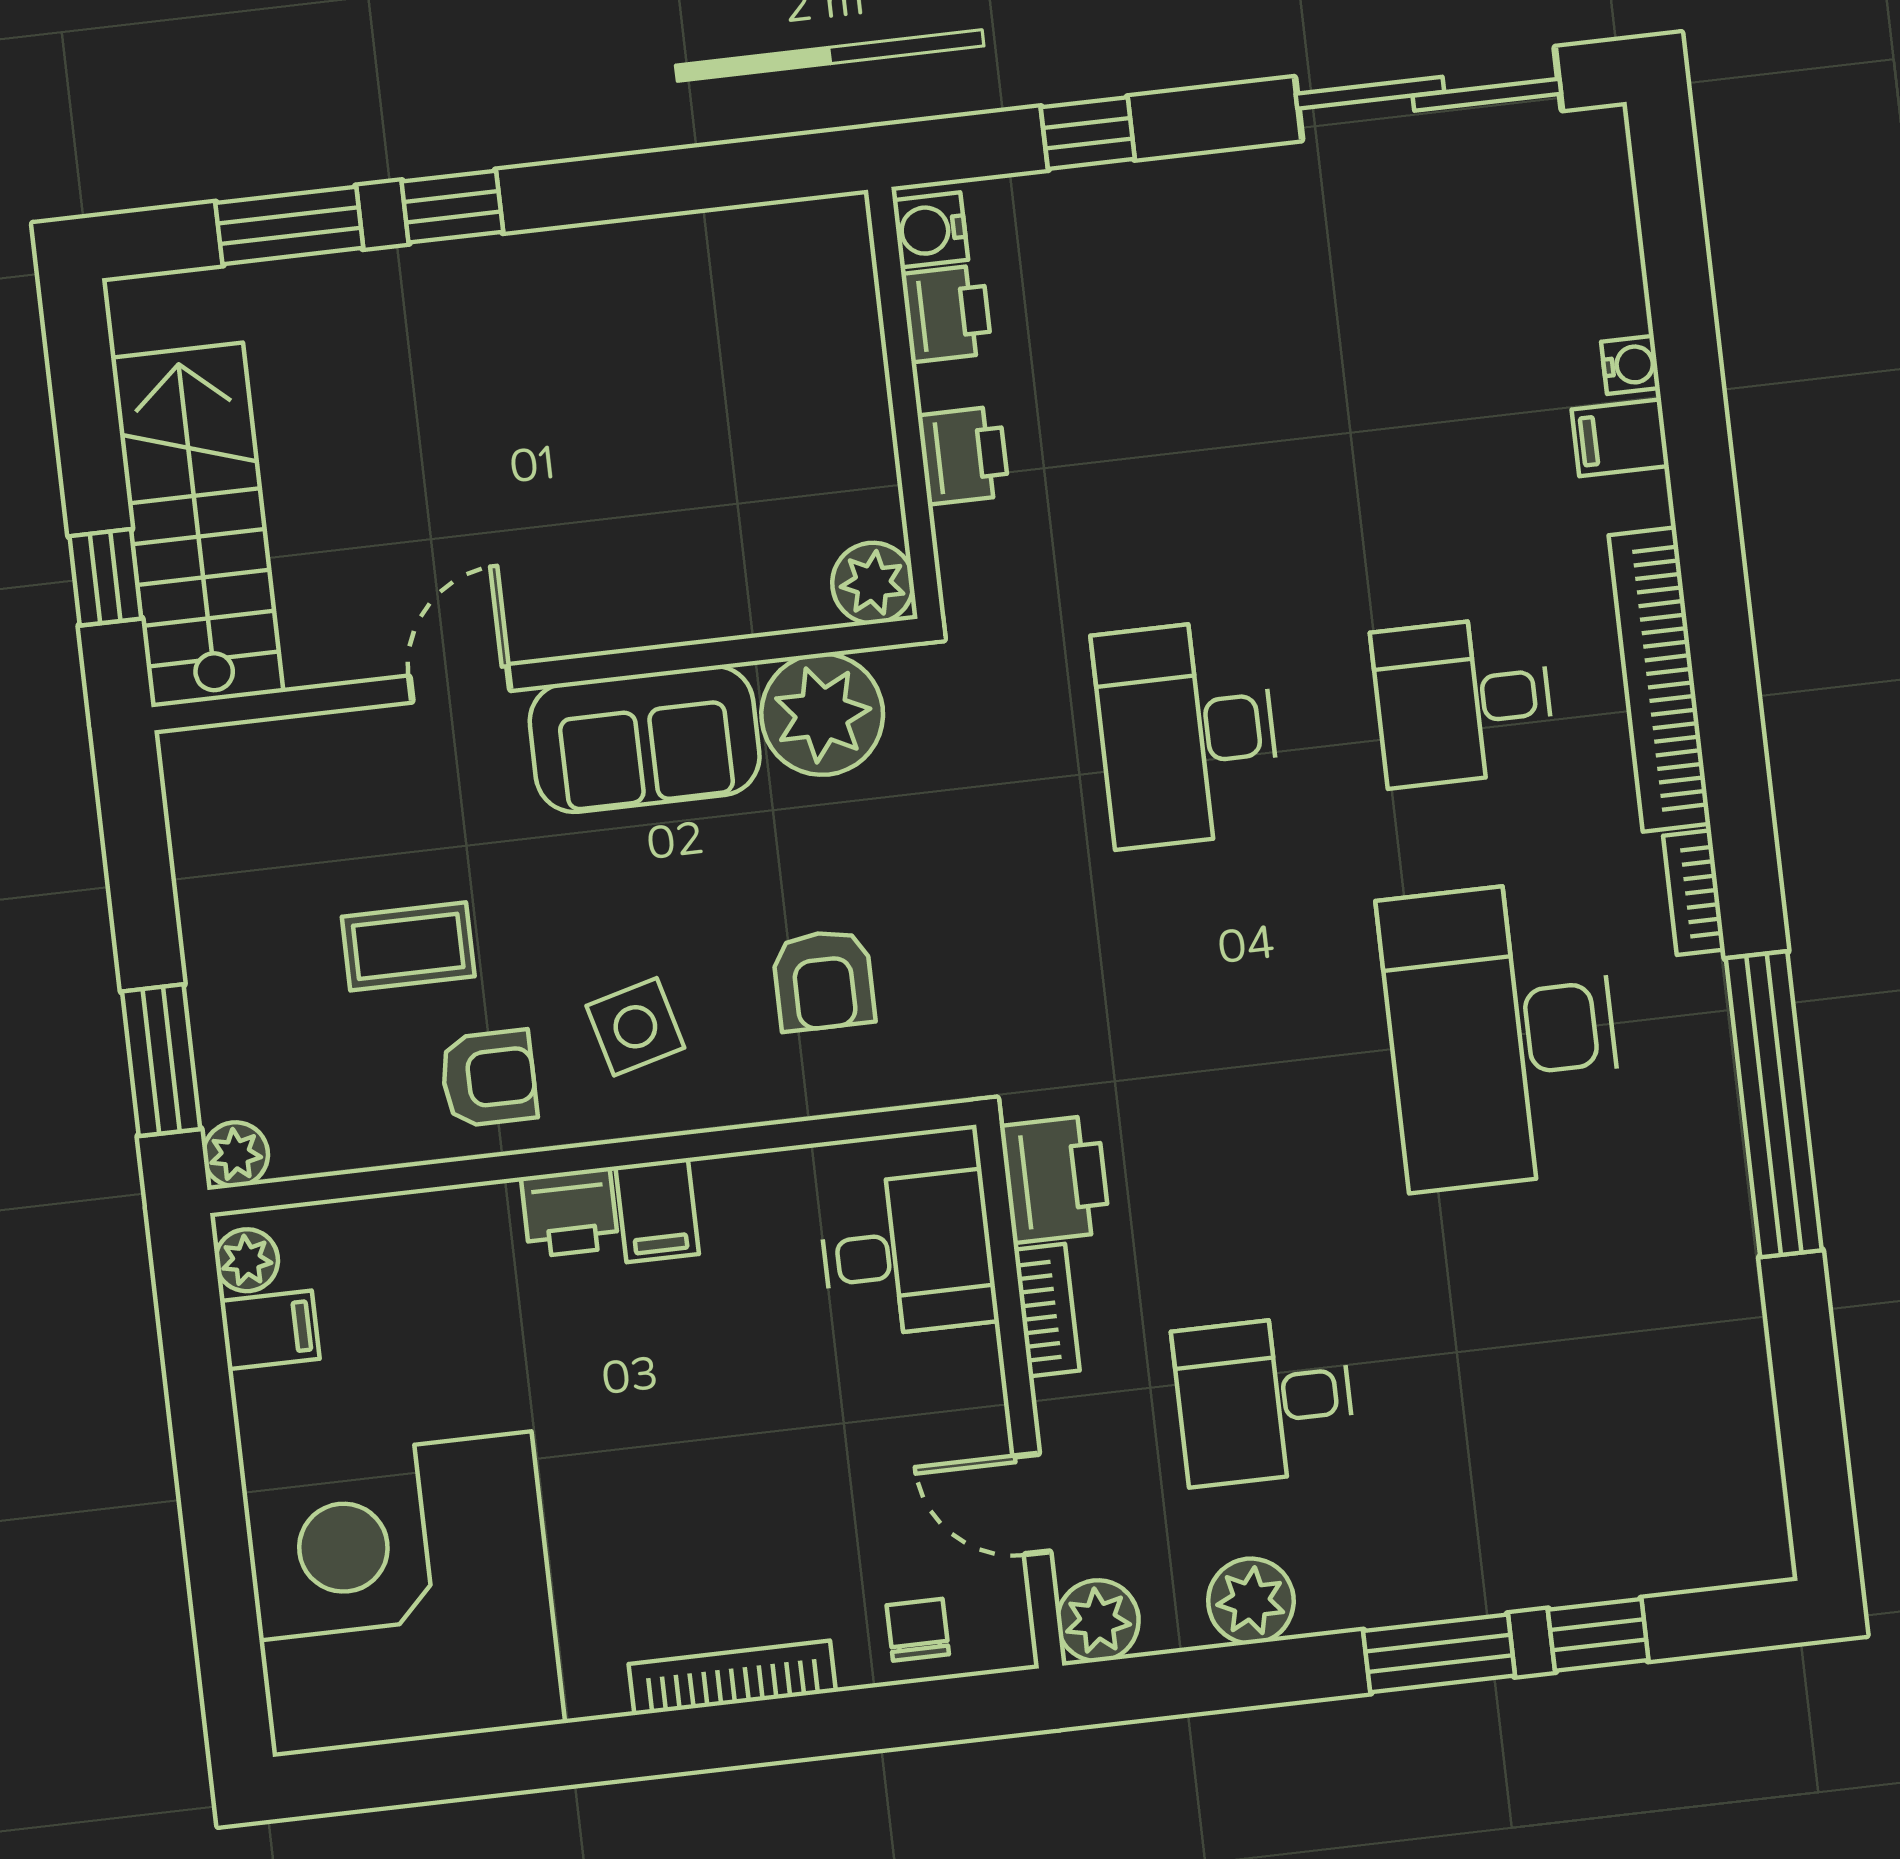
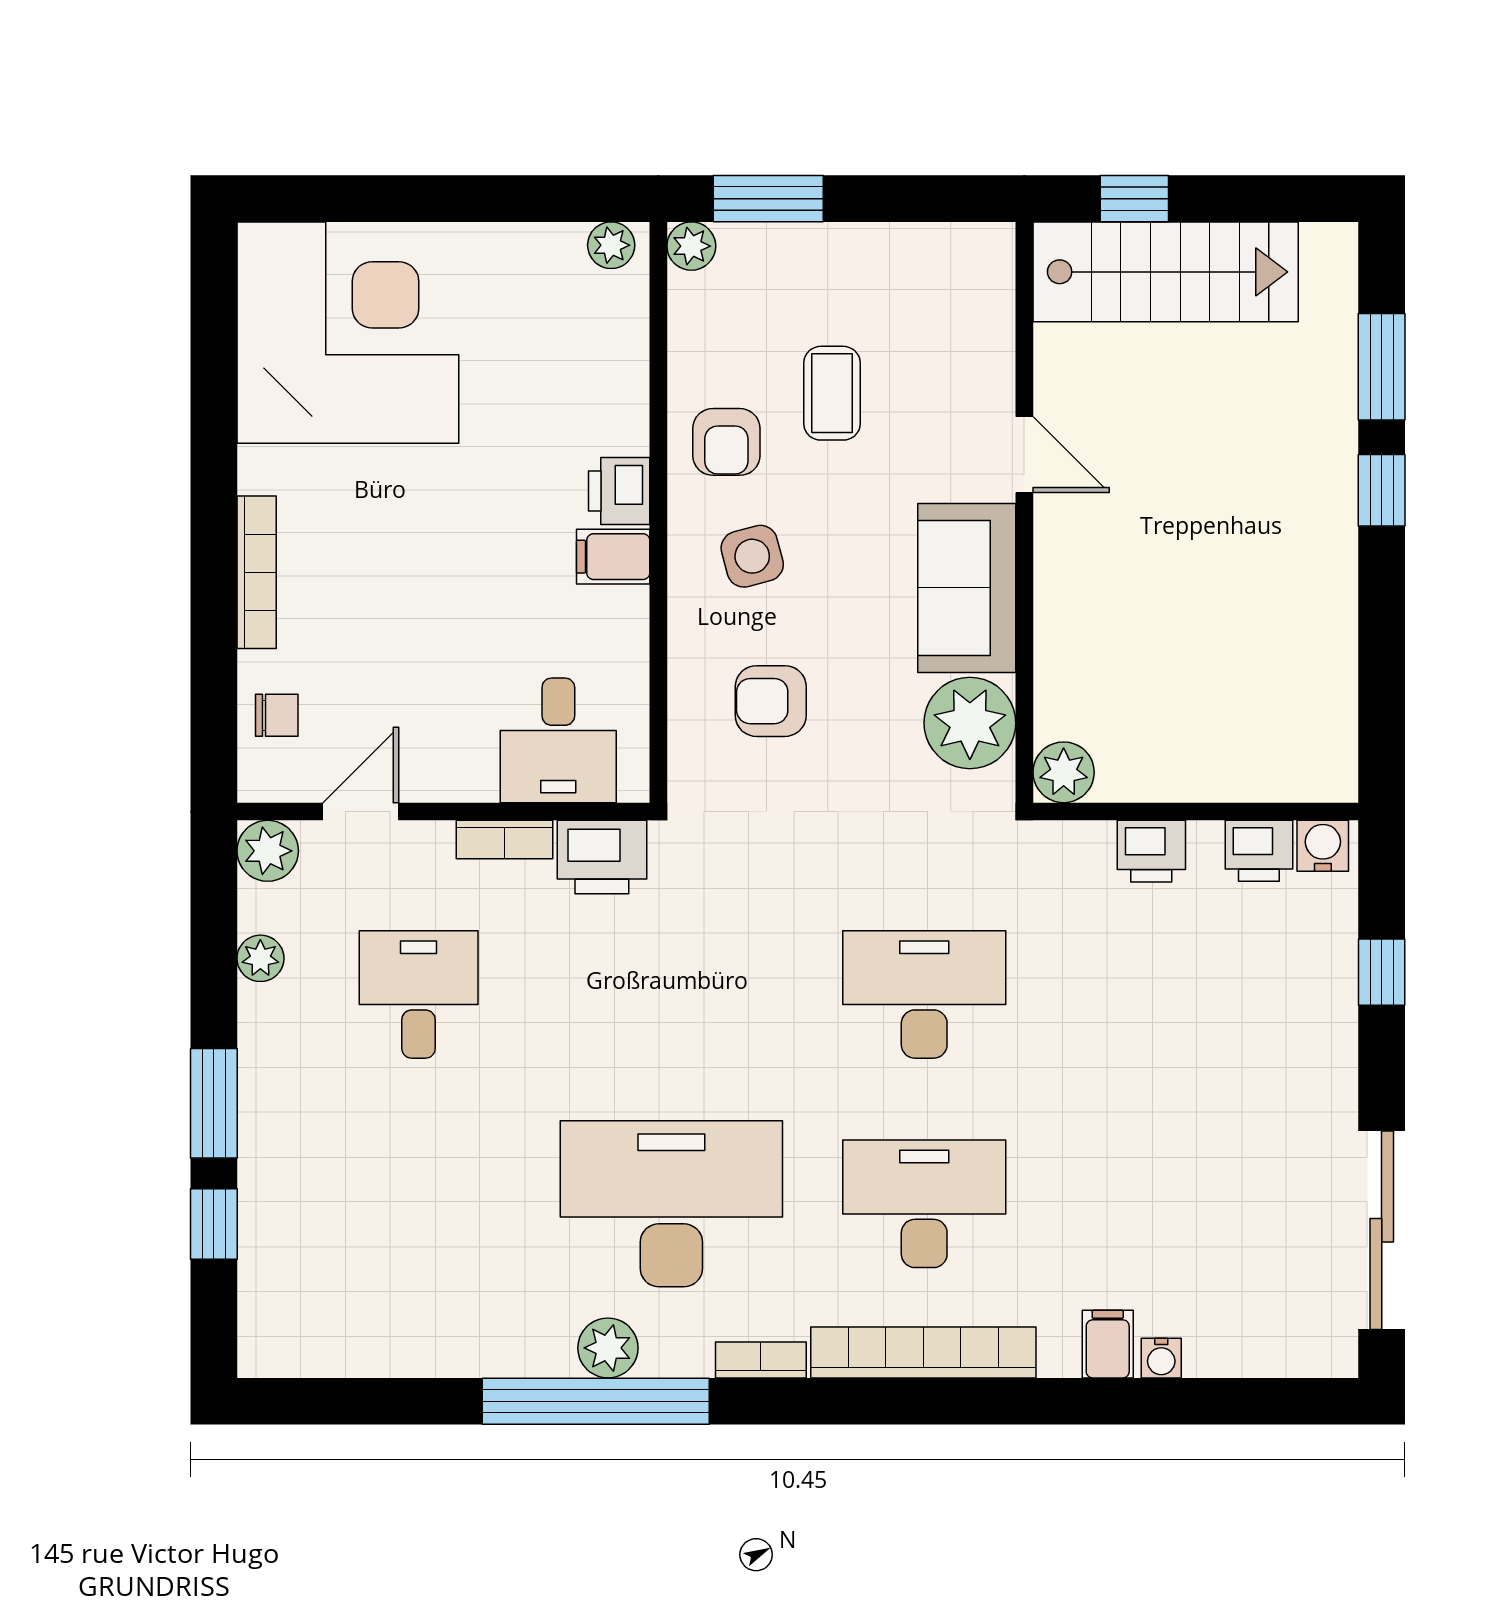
desk: (1463, 701) -> (924, 1204), width x1.37
plant: (1702, 1096) -> (608, 1348), added
filing cabinet: (270, 1330) -> (557, 256), removed
plant: (1251, 1601) -> (260, 958), width x0.73, depth x0.73

